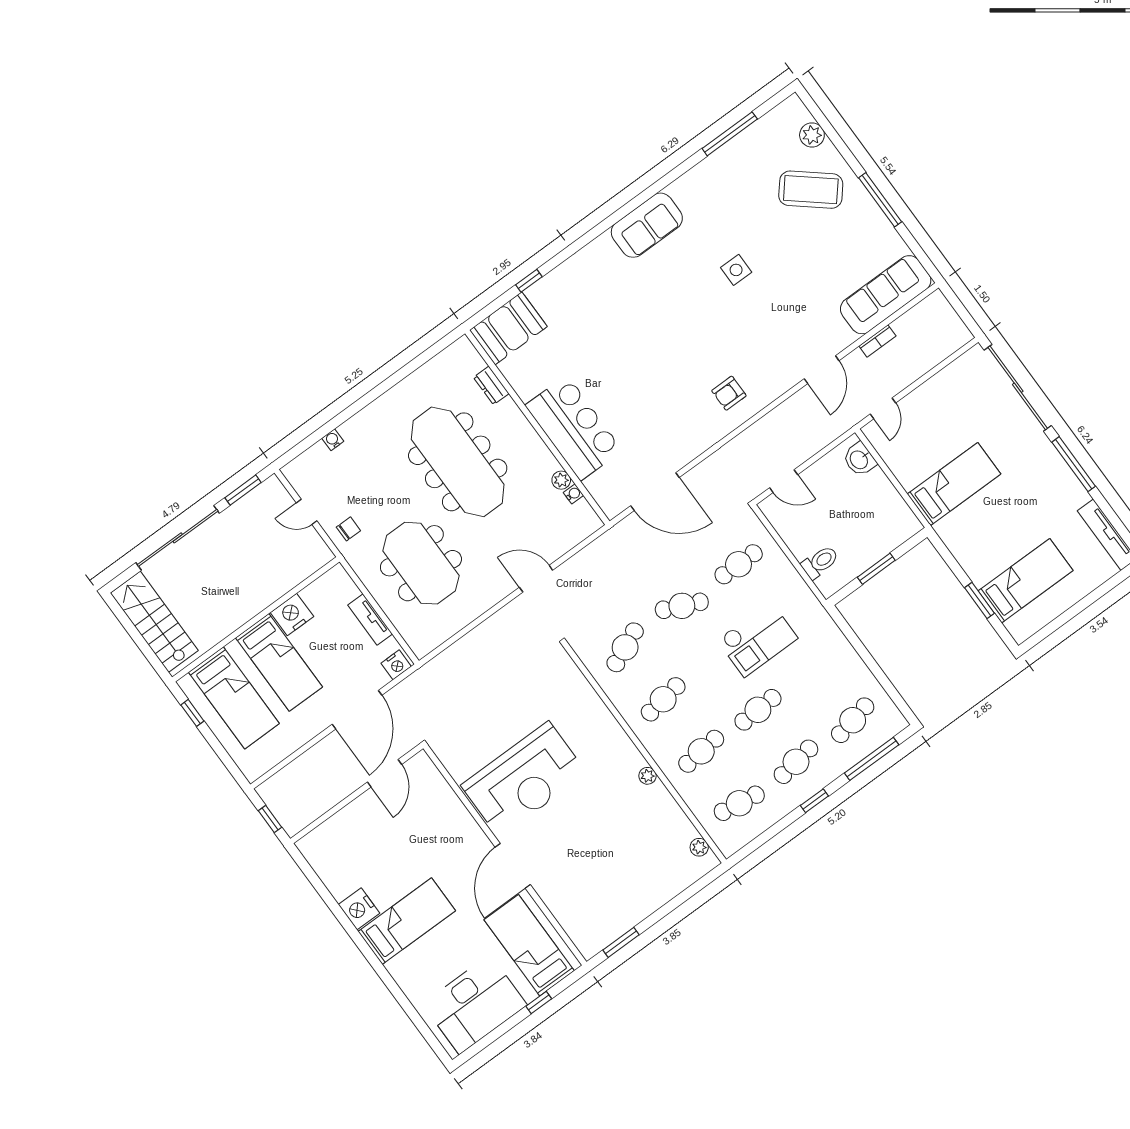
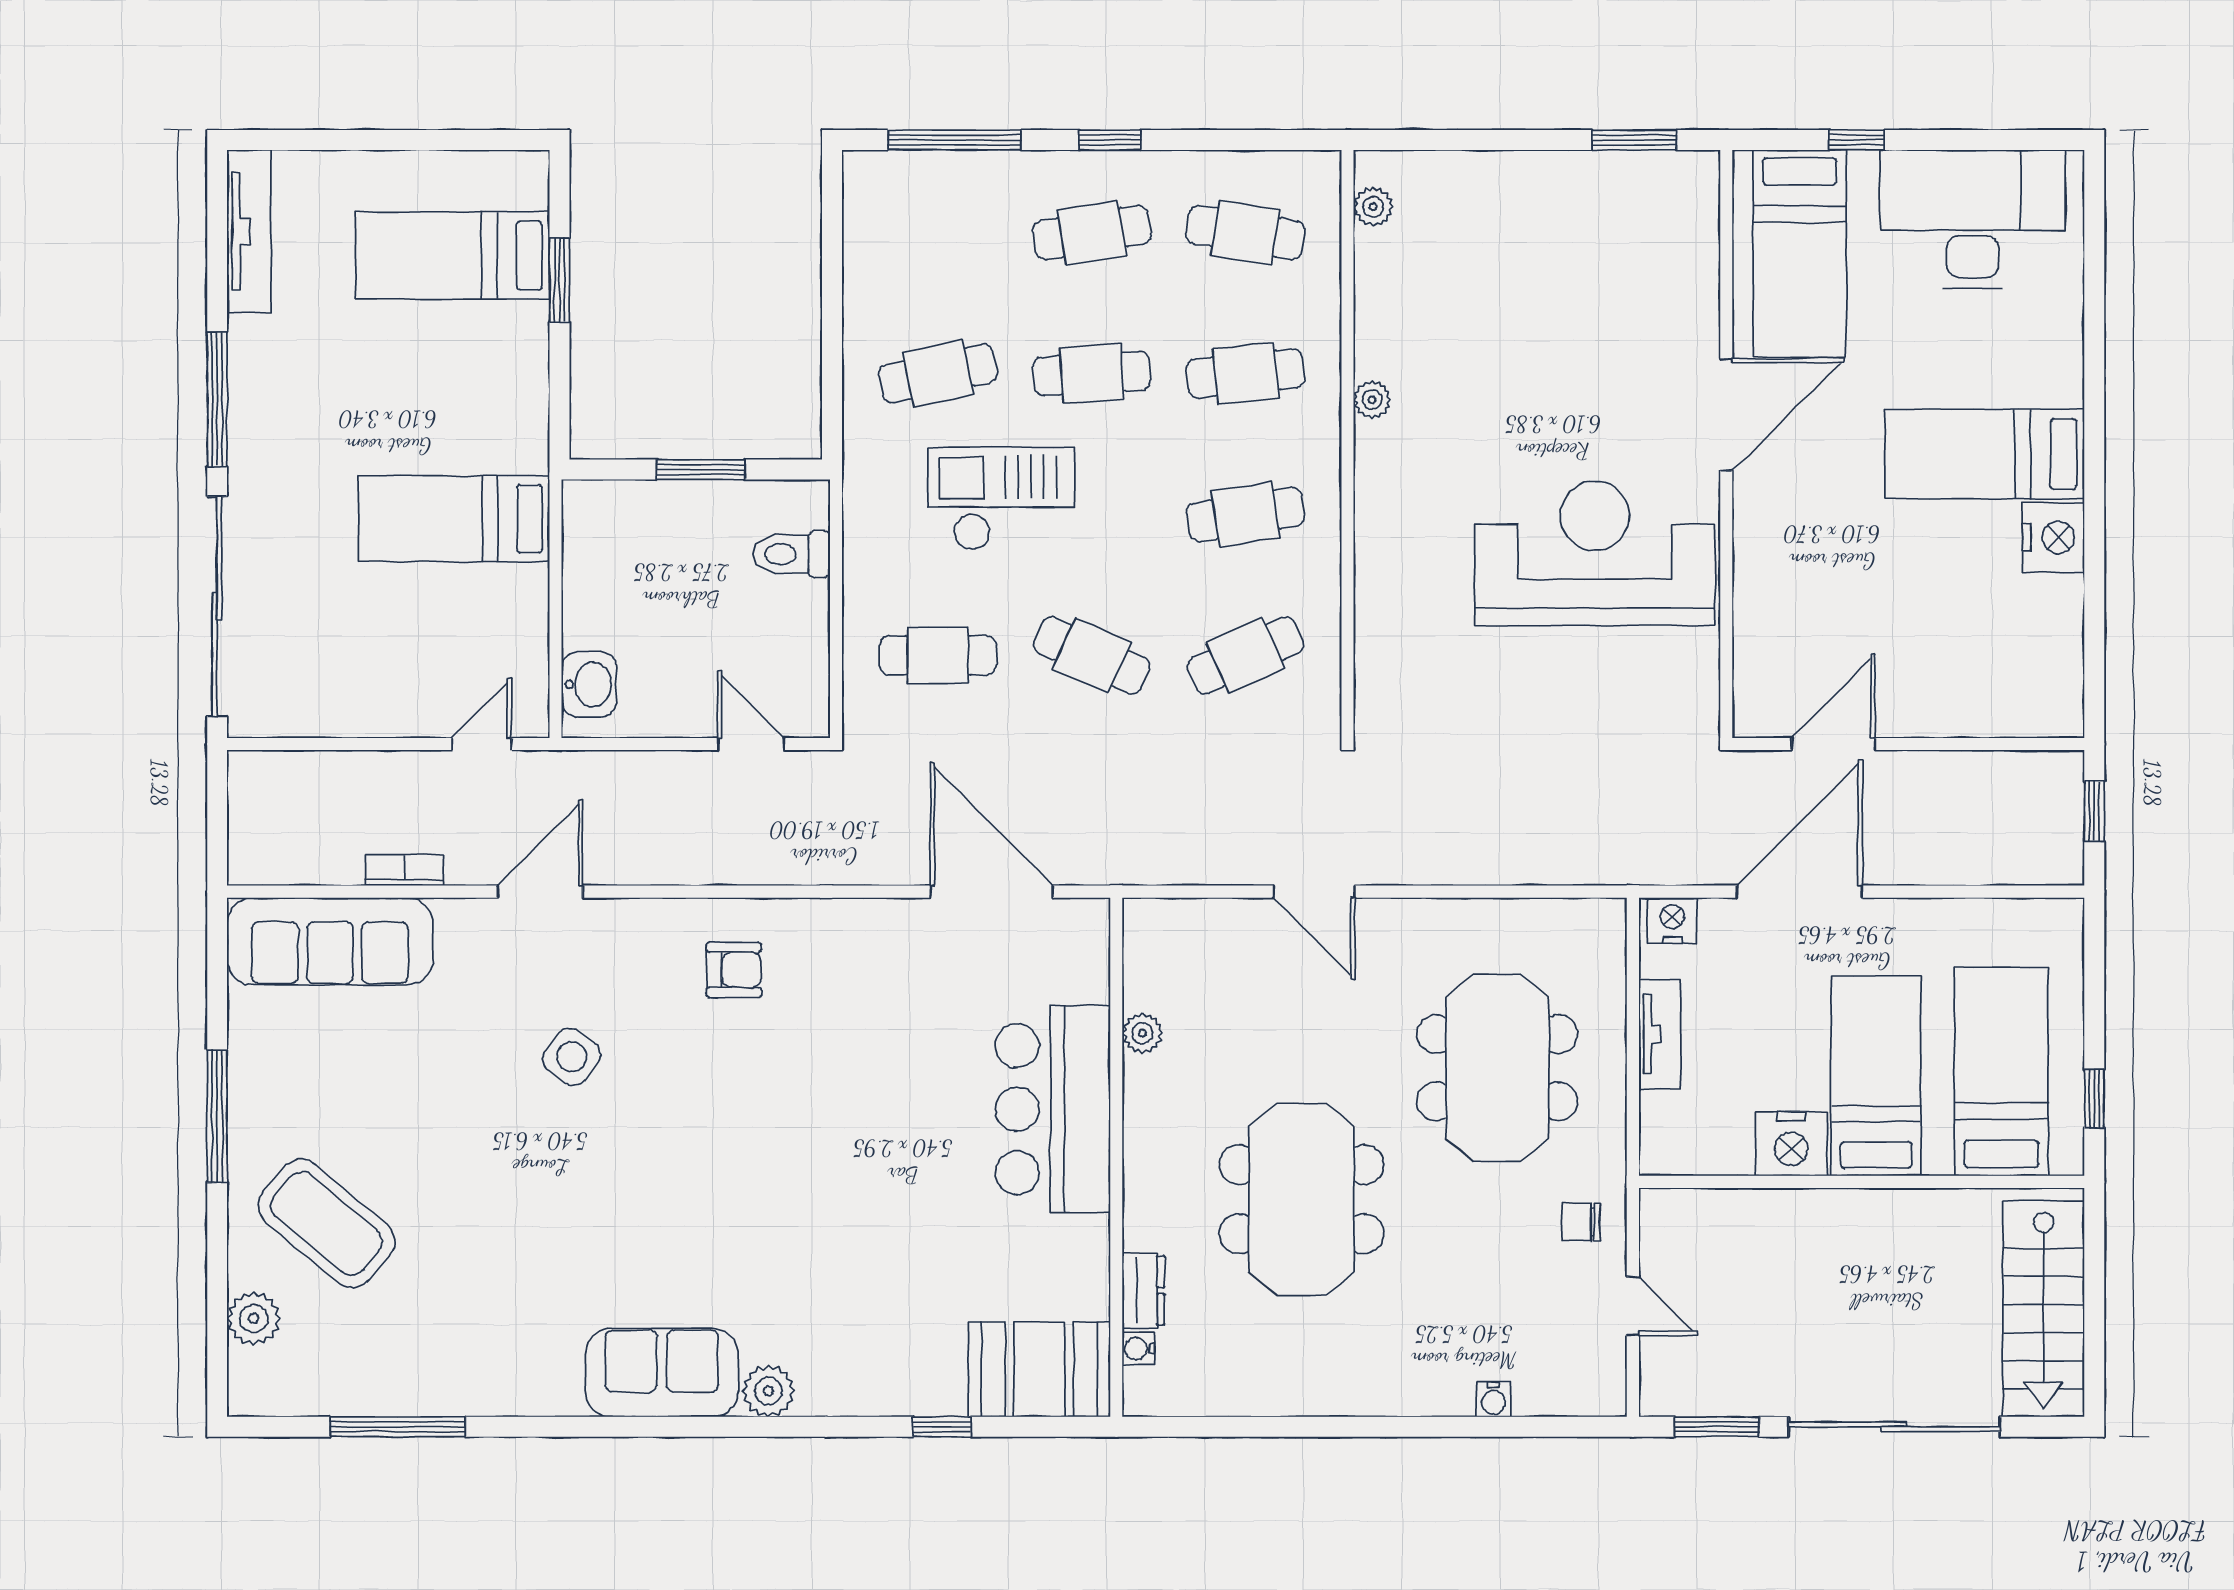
plant: (603, 247) -> (768, 1391), added
side table: (736, 270) -> (572, 1057), moved, turned 36
meeting table: (458, 462) -> (1301, 1199), width x0.73
water cooler: (573, 494) -> (1138, 1348), moved
cafe table: (853, 720) -> (938, 374), moved

